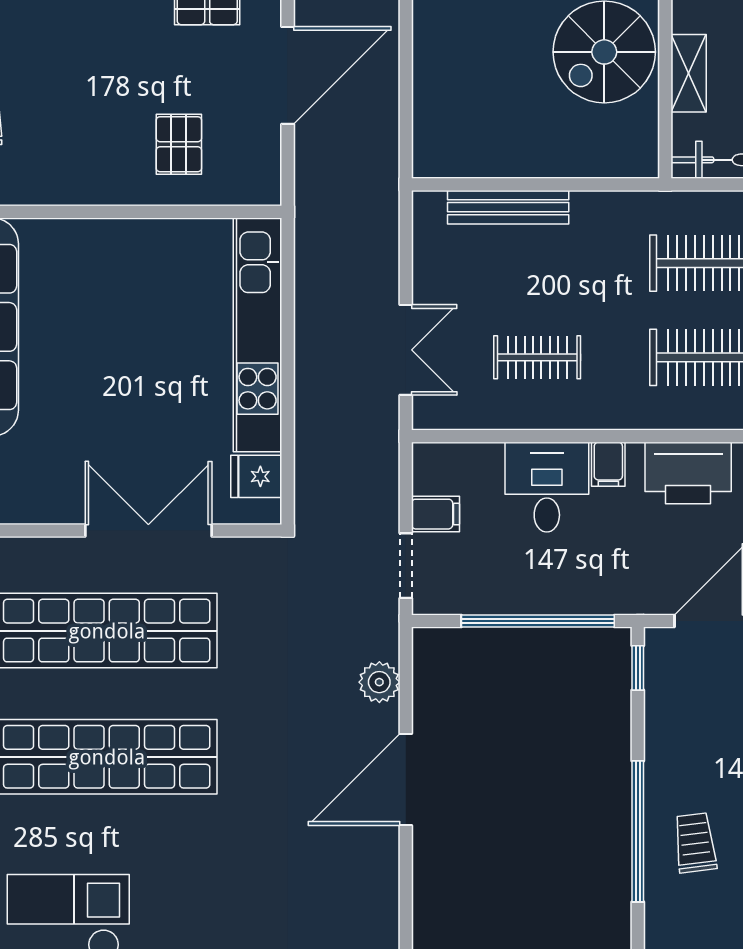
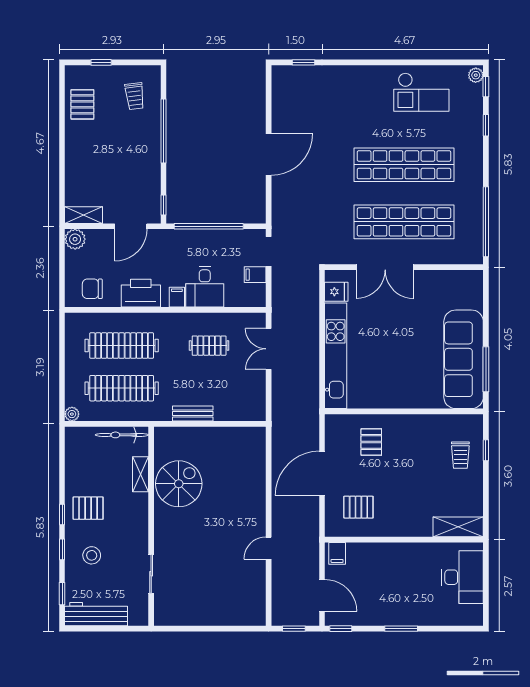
bench: (508, 207) -> (193, 414), moved, width x0.73
plant: (379, 682) -> (281, 199), removed
trolley: (695, 843) -> (135, 96), moved

